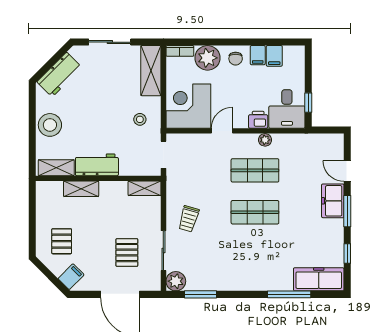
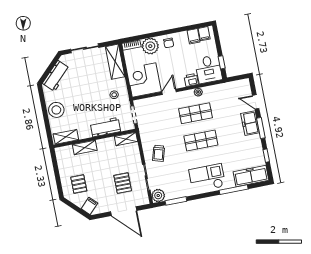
filing cabinet: (258, 55) -> (204, 34), moved
workbench: (97, 165) -> (105, 127), moved
checkout: (253, 269) -> (207, 178), added

